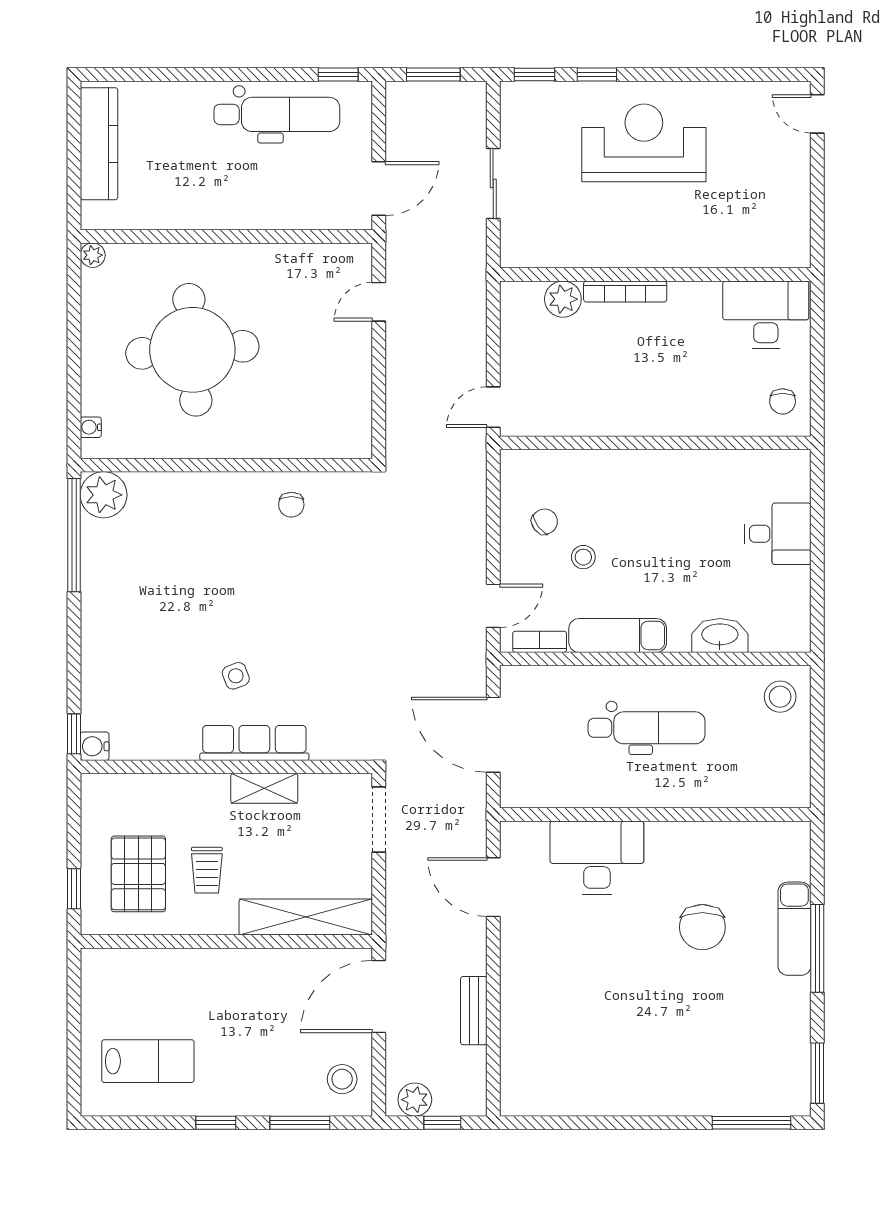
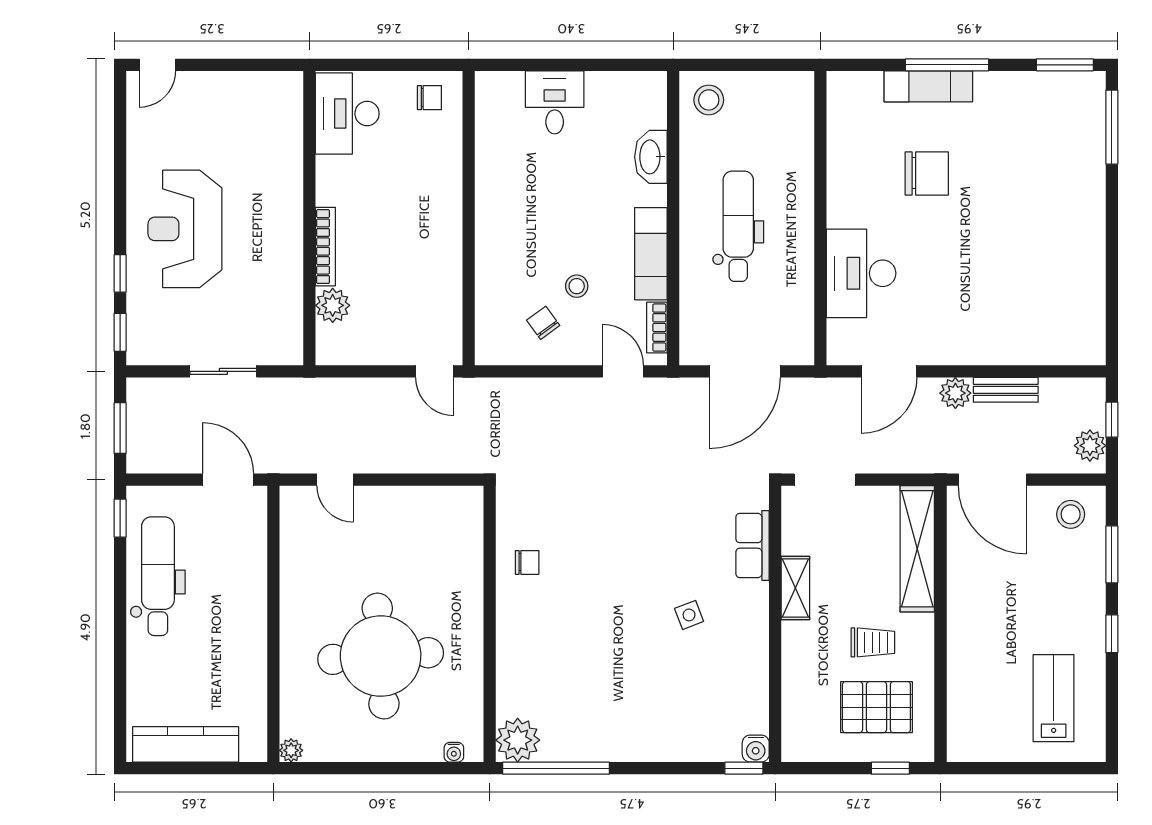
row of seats: (254, 743) -> (753, 545), moved, width x0.68
plant: (470, 957) -> (955, 393), added

